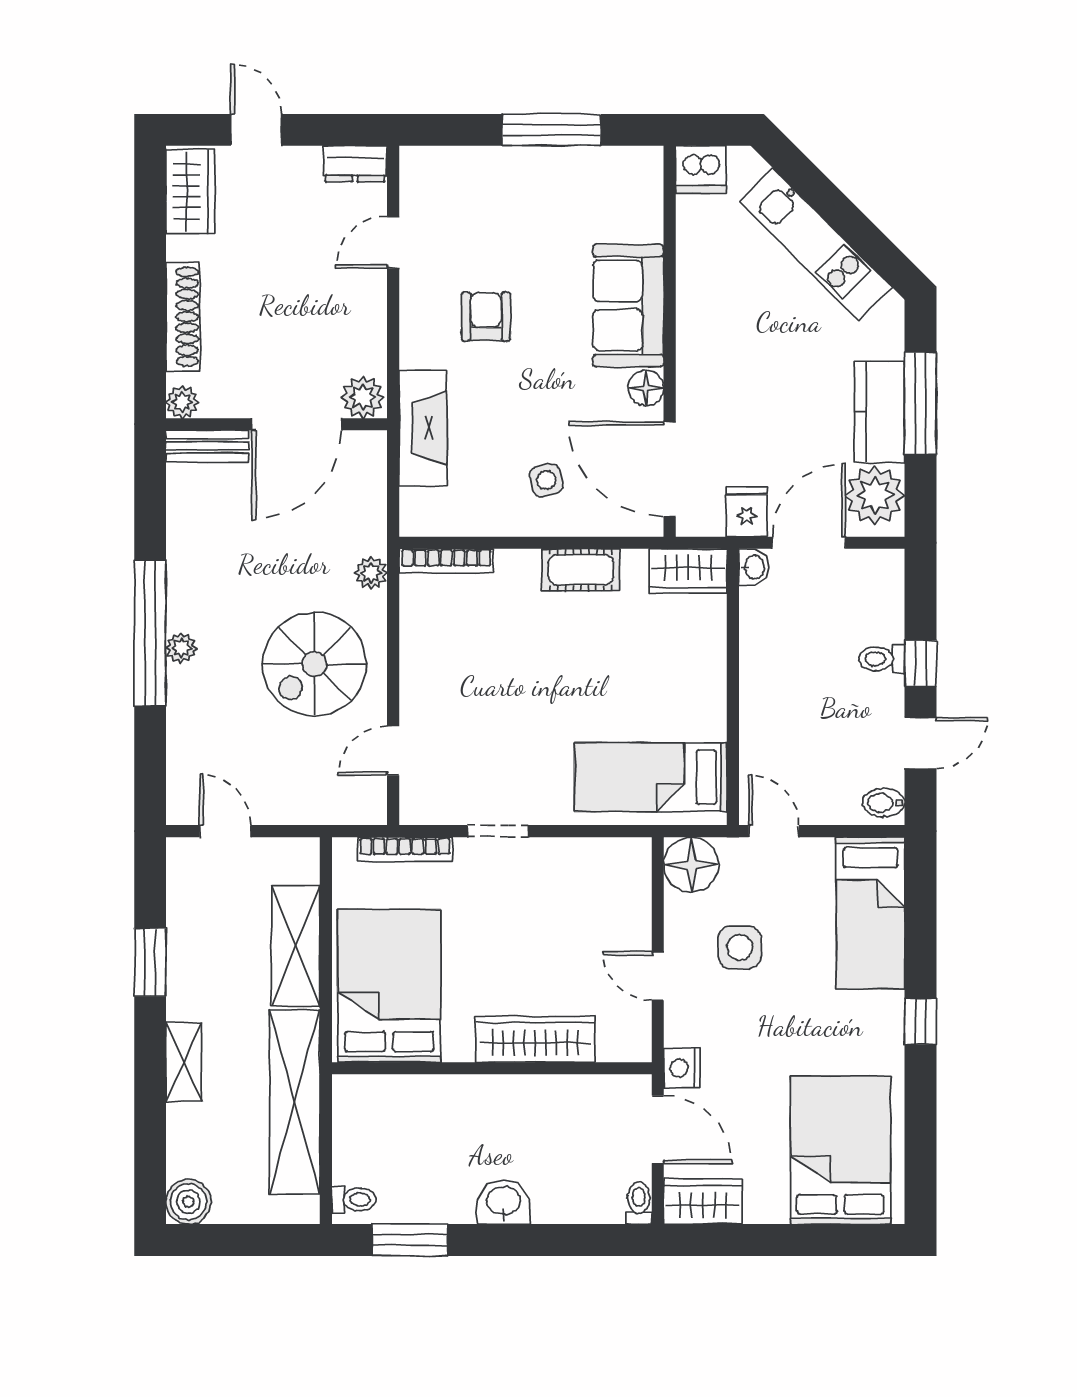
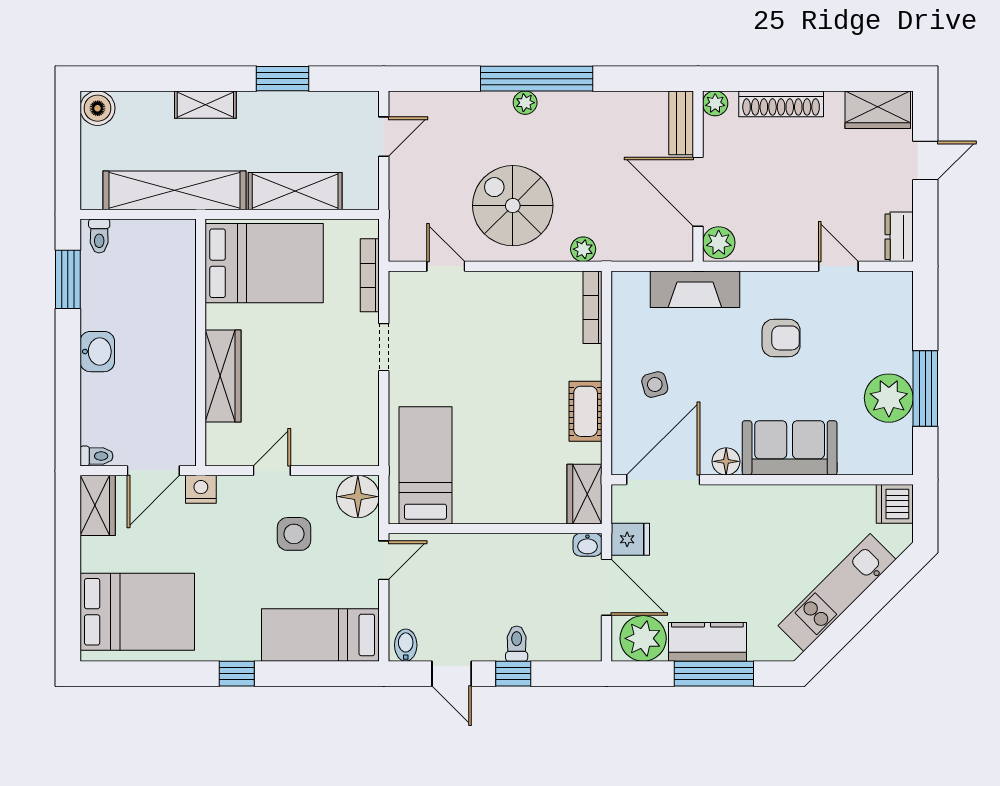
plant: (564, 177) -> (889, 398), added

